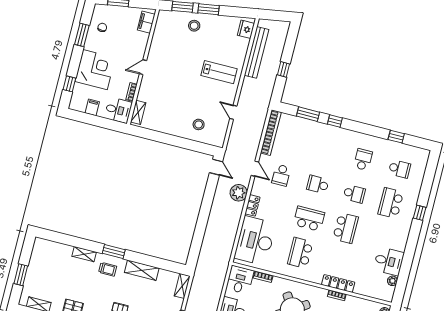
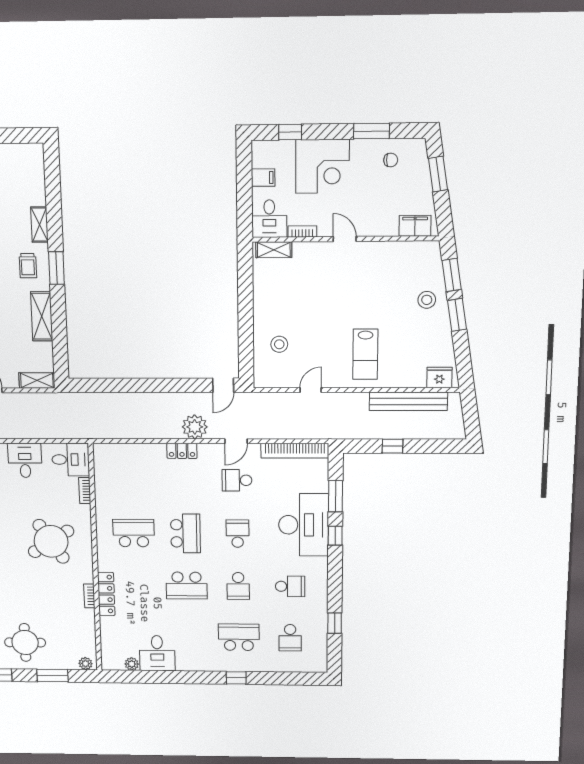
desk: (255, 241) -> (304, 525), moved, turned 90

